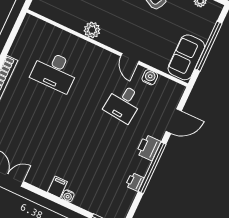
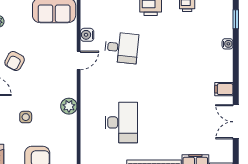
filing cabinet: (57, 187) -> (224, 89), moved
water cooler: (68, 196) -> (228, 44), moved

